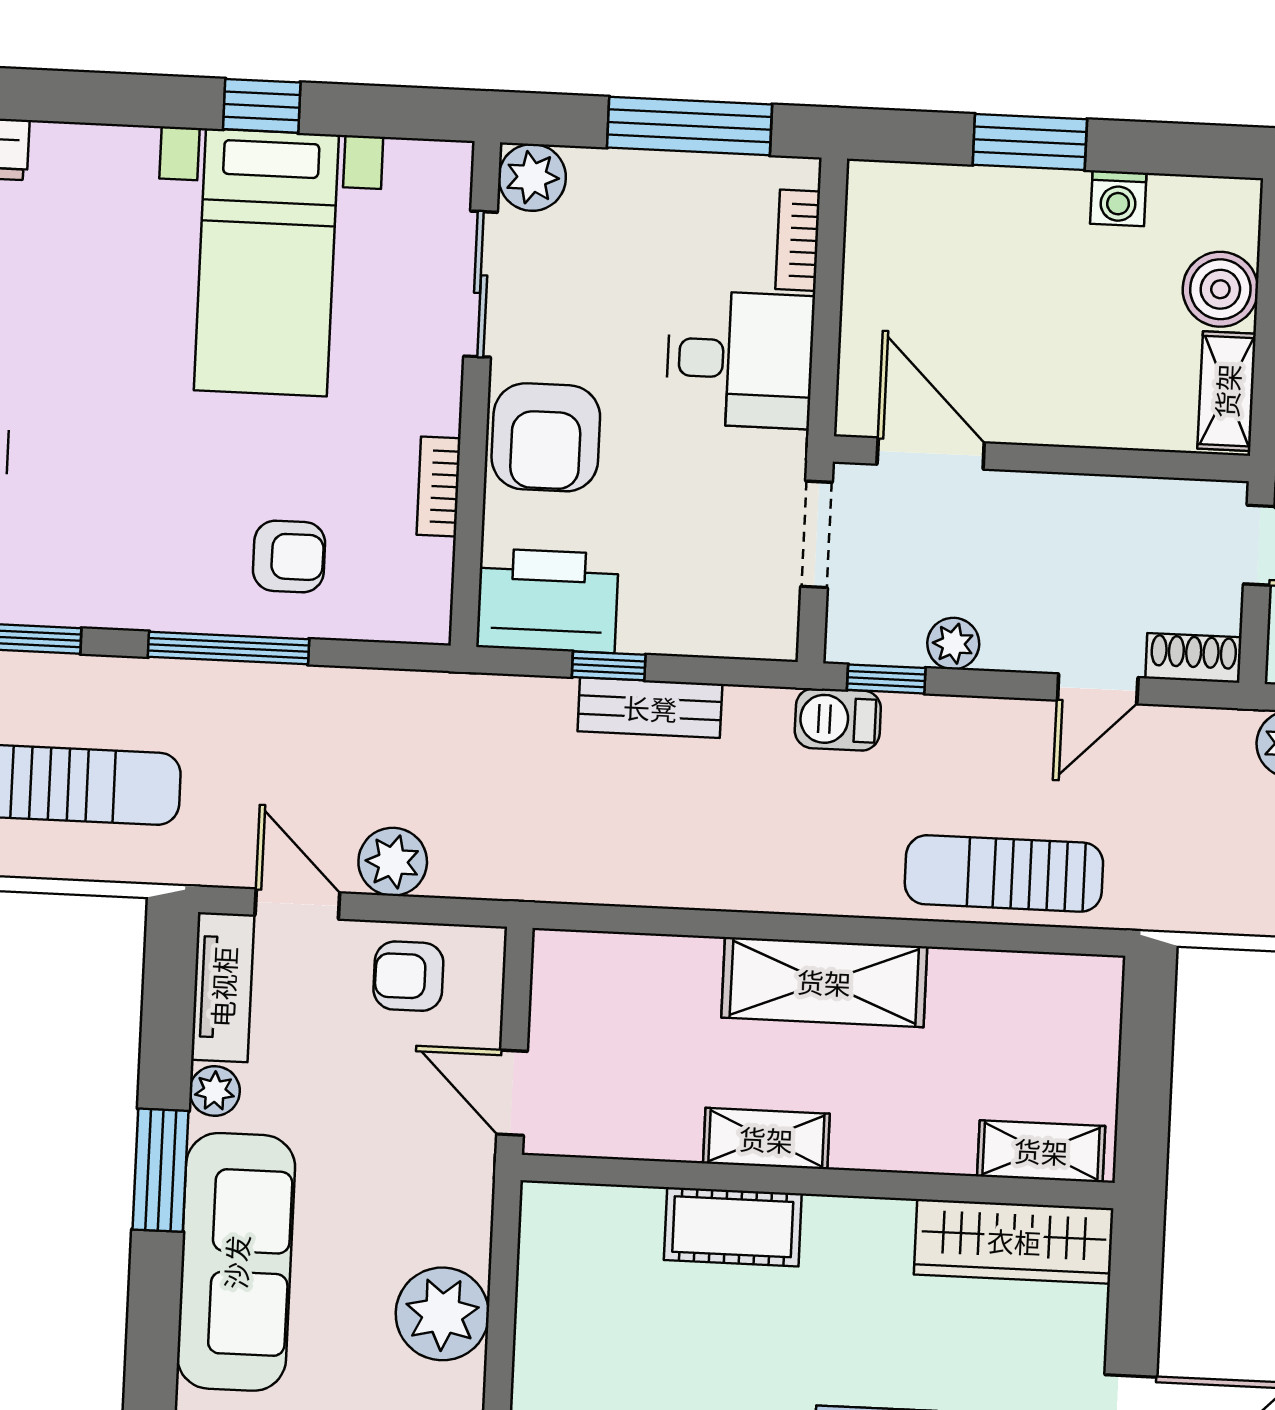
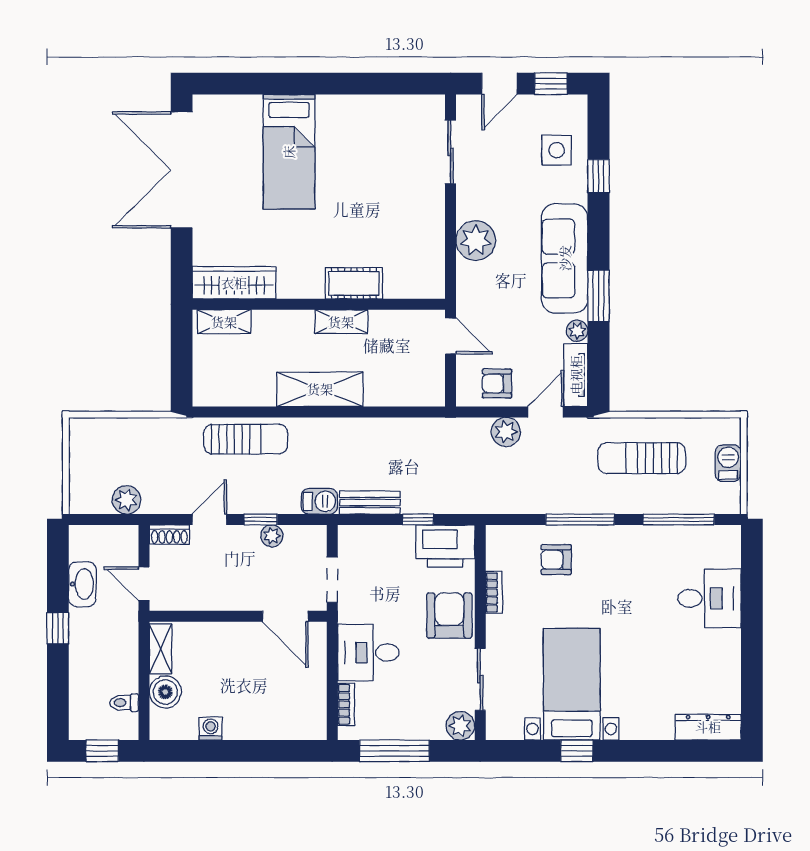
window: (1030, 142) -> (249, 751), removed
window: (886, 679) -> (261, 519), moved
bench: (650, 708) -> (370, 503), moved
door: (297, 904) -> (546, 412), swing flipped
armchair: (408, 976) -> (497, 383), turned 180

